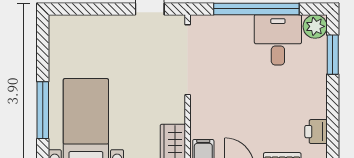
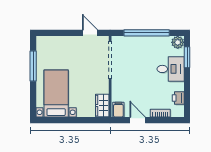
desk: (278, 40) -> (171, 69), moved, turned 90
window: (43, 110) -> (33, 66), moved

